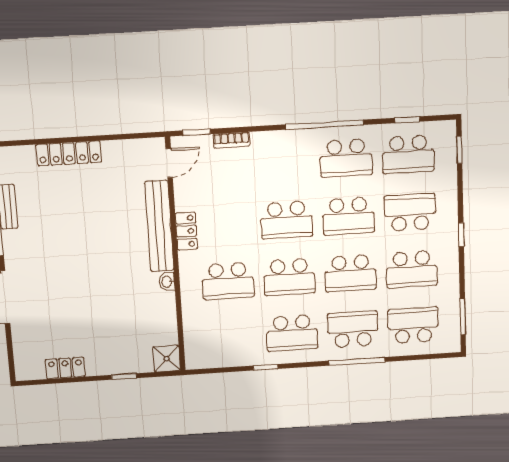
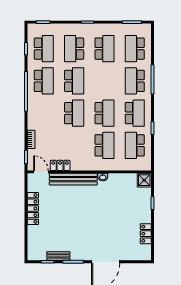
locker: (69, 153) -> (33, 208), moved
locker: (186, 231) -> (60, 165), moved
school desk: (351, 273) -> (135, 145), moved, turned 180

